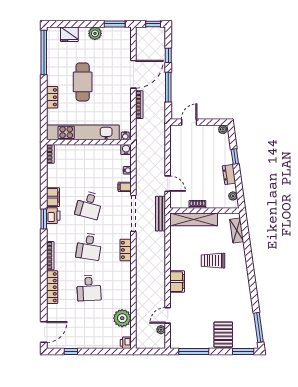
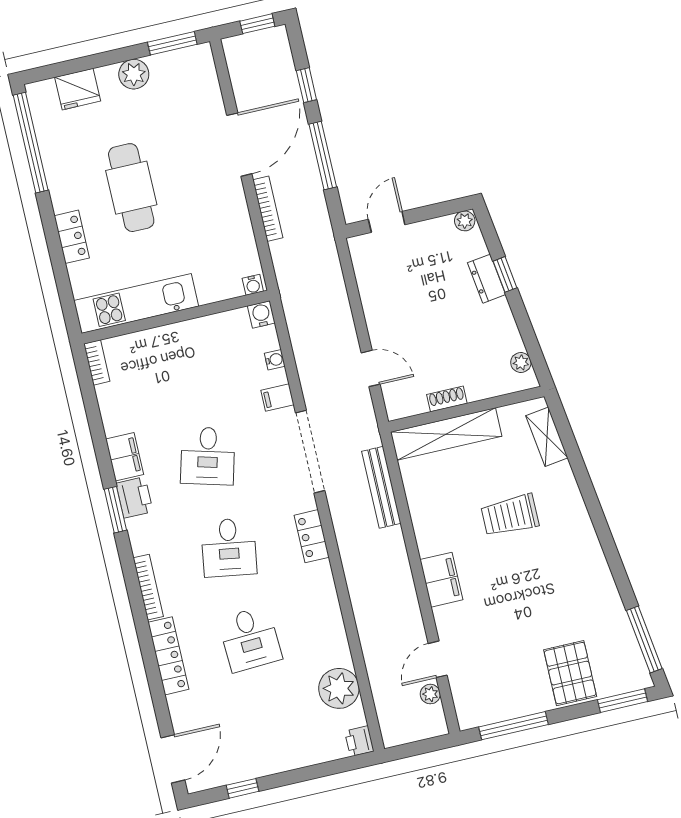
kitchen unit: (83, 132) -> (136, 303), width x0.73
dresser: (229, 174) -> (487, 279), moved
bench: (160, 214) -> (381, 487), moved

